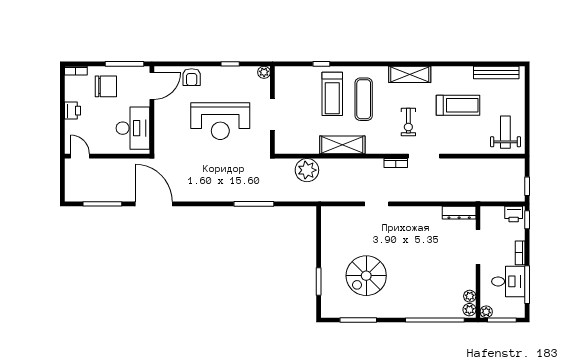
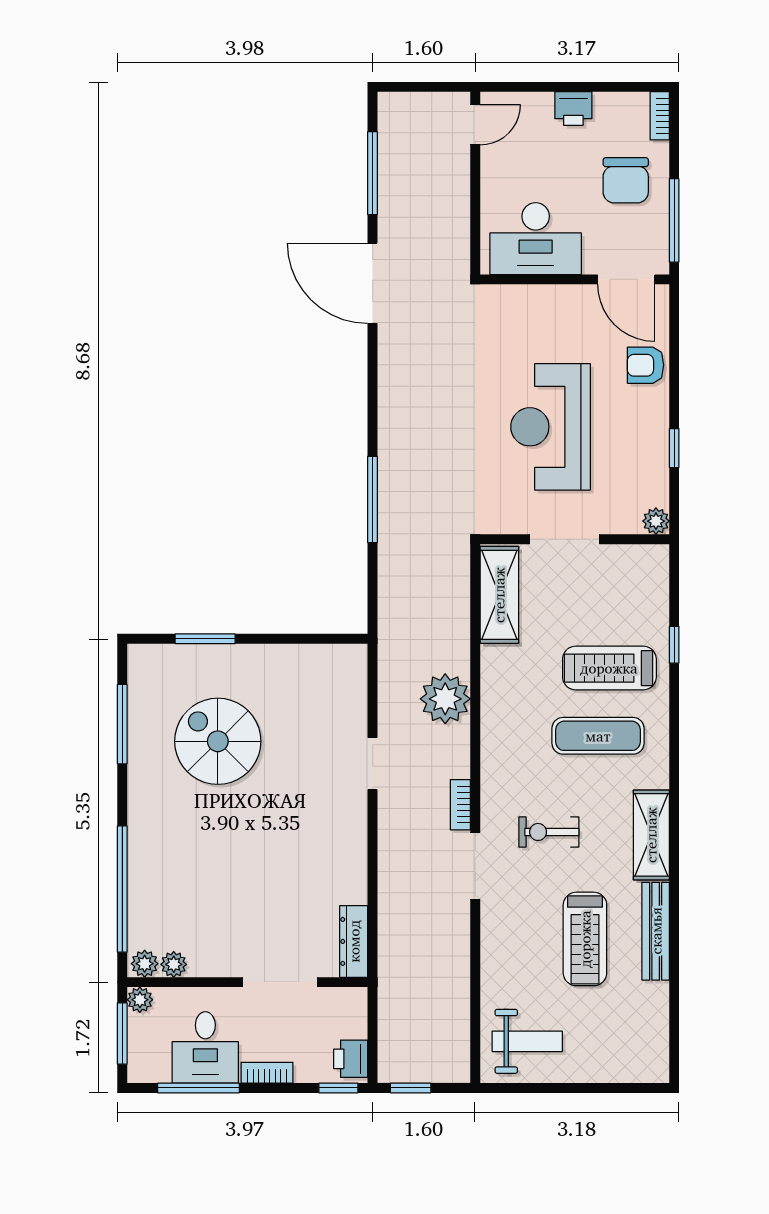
bench: (496, 72) -> (656, 931), moved
shelving: (342, 145) -> (499, 595), moved
plant: (307, 170) -> (445, 699), moved
door: (154, 204) -> (373, 283), swing flipped

